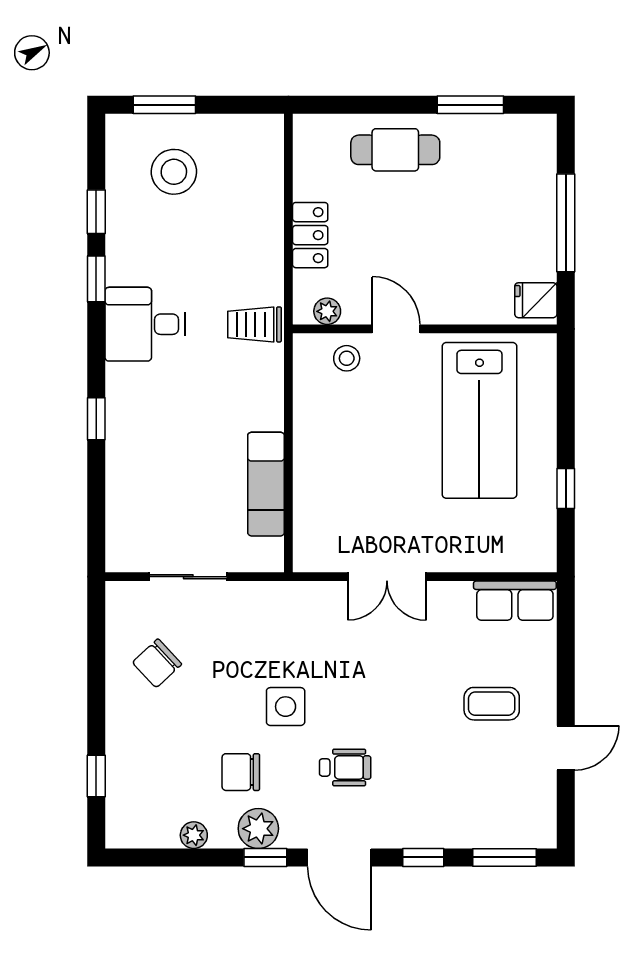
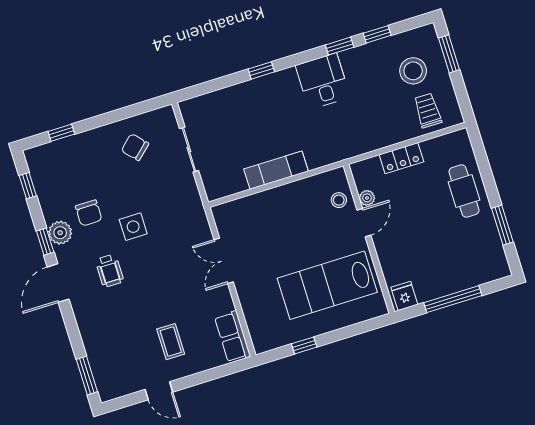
plant: (327, 311) -> (367, 198), moved
trolley: (255, 324) -> (428, 110), moved
exam couch: (266, 484) -> (276, 170), moved
chair: (241, 772) -> (89, 213), turned 180
plant: (194, 835) -> (45, 198), removed
window: (423, 857) -> (28, 186), moved

